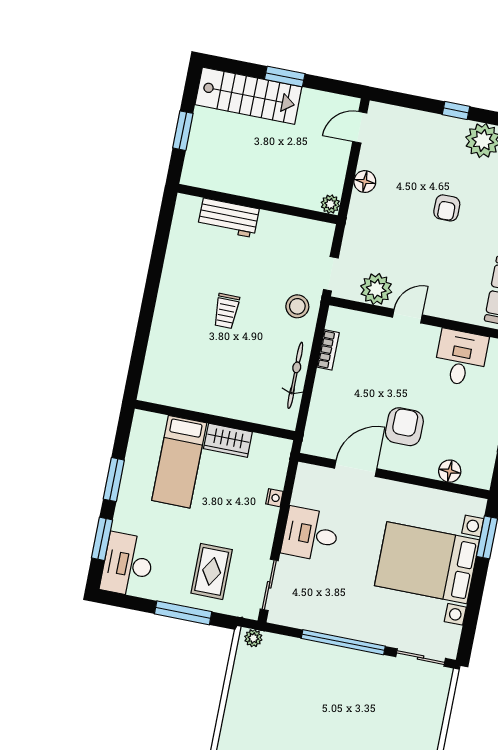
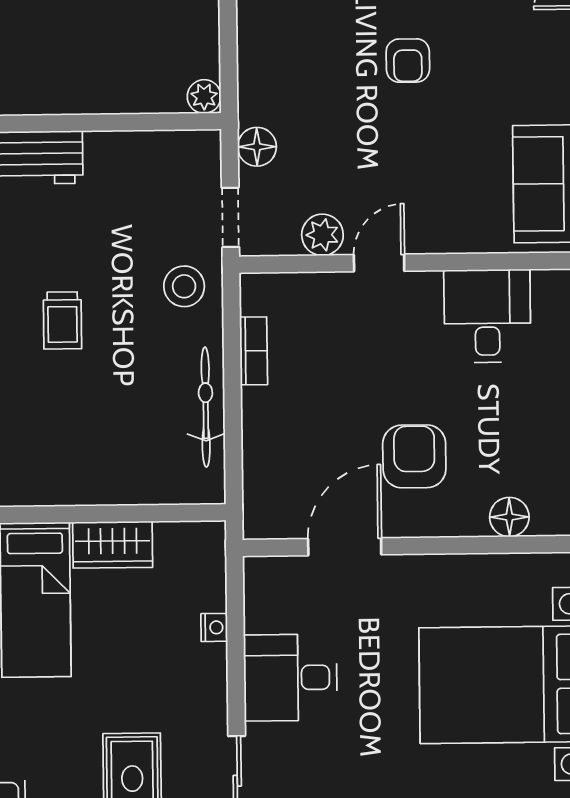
floor lamp: (365, 182) -> (257, 147), moved
plant: (376, 289) -> (322, 235), width x0.73, depth x0.73

